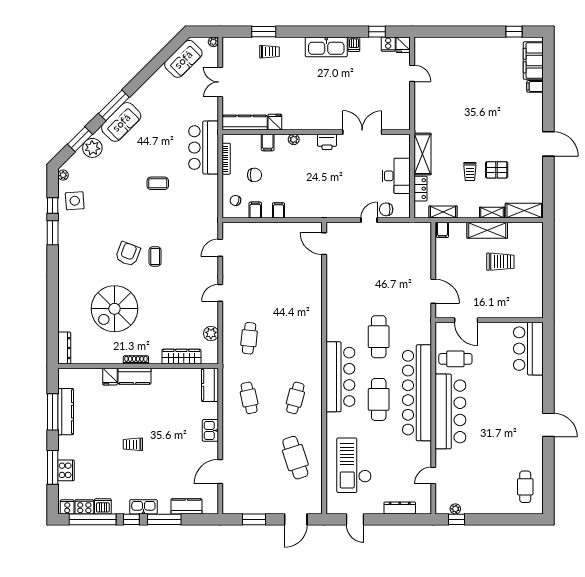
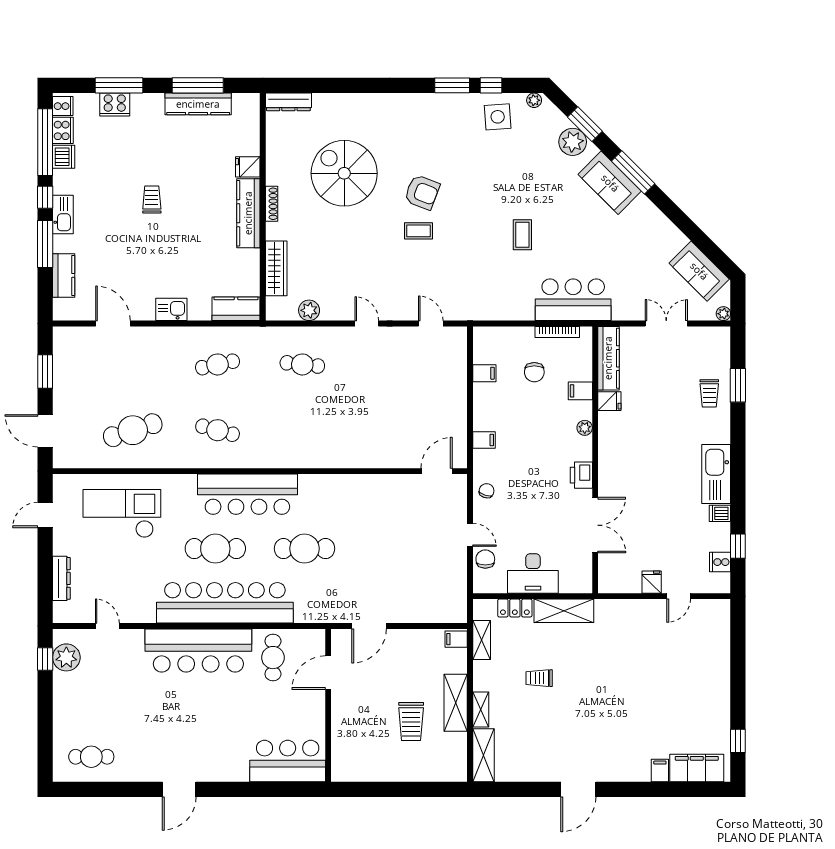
fridge: (403, 45) -> (652, 582), moved, turned 90
pallet: (497, 170) -> (541, 716), removed
chair: (235, 201) -> (487, 491), moved
filing cabinet: (279, 210) -> (484, 440), moved
kitchen counter: (135, 376) -> (248, 213), width x1.50
plant: (455, 509) -> (66, 657), width x1.88, depth x1.88

